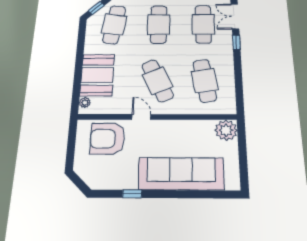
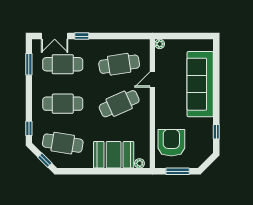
door: (141, 117) -> (152, 79), moved
plant: (226, 130) -> (160, 44), width x0.53, depth x0.53
armchair: (108, 139) -> (171, 143), turned 180
window: (71, 146) -> (178, 171), added
window: (132, 194) -> (216, 132), moved

